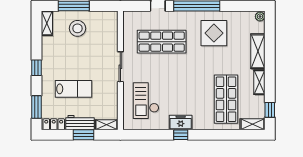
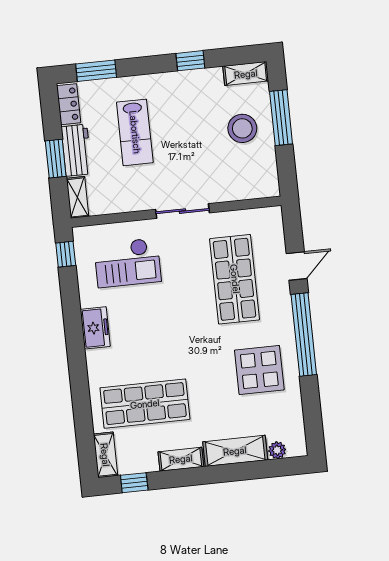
plant: (260, 17) -> (277, 450), moved
window: (36, 68) -> (190, 61), moved
checkout: (146, 101) -> (128, 263), turned 180
window: (181, 135) -> (66, 254), moved

